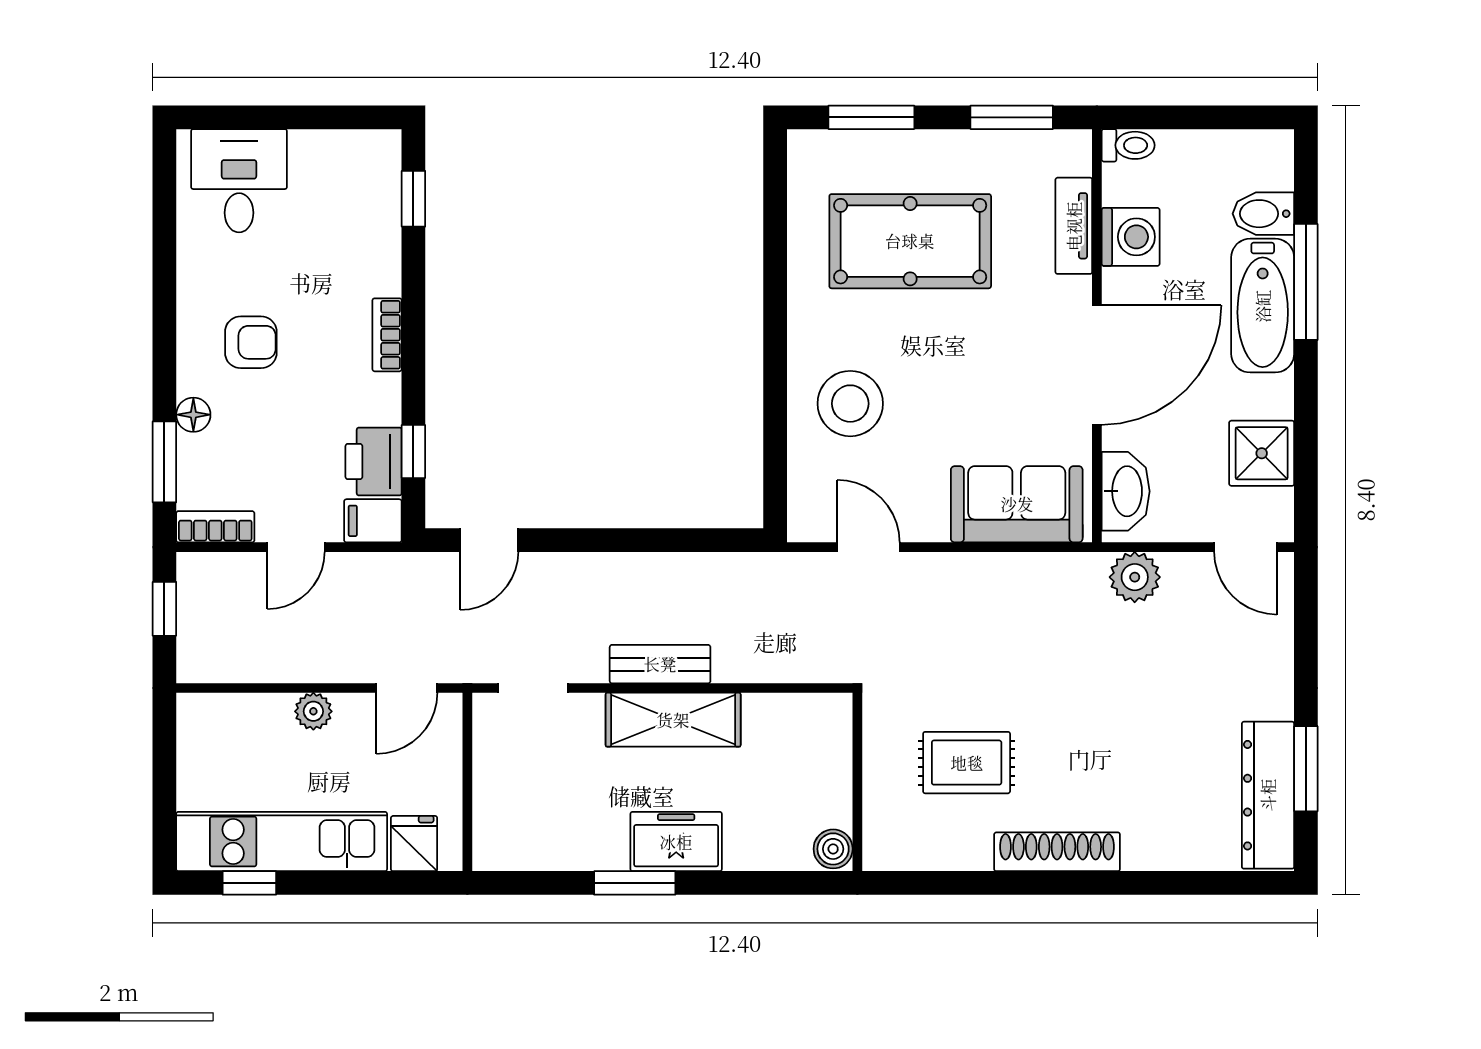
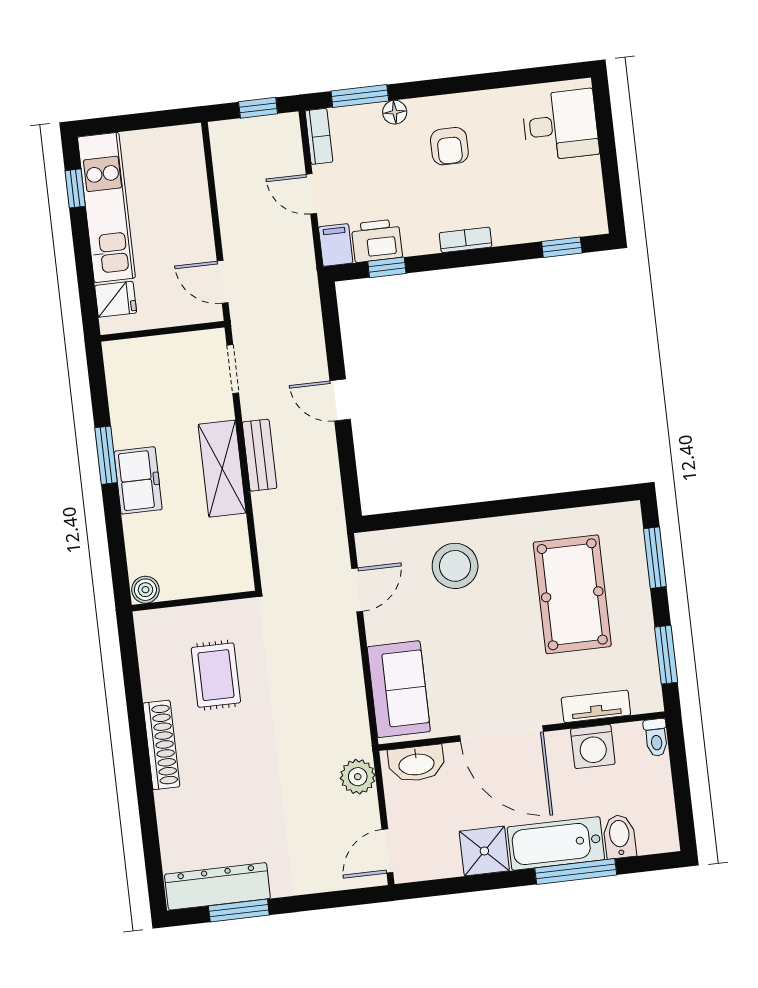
shower: (1262, 453) -> (484, 851), moved
door: (489, 540) -> (340, 400), moved
plant: (313, 711) -> (199, 219), removed

